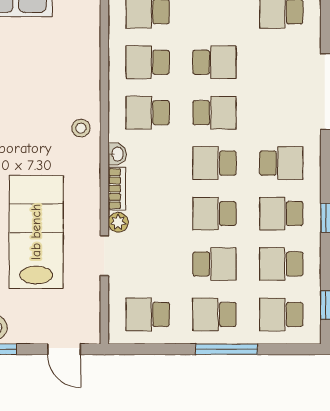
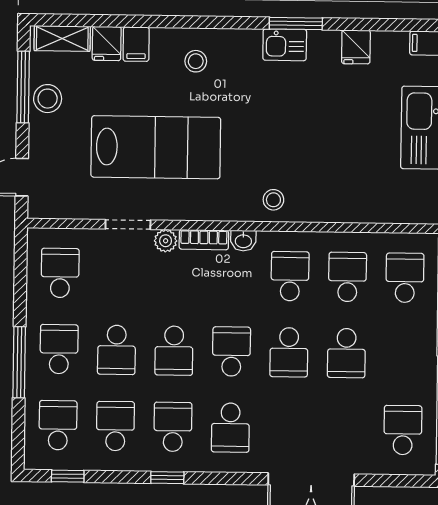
school desk: (214, 214) -> (174, 351), turned 180

